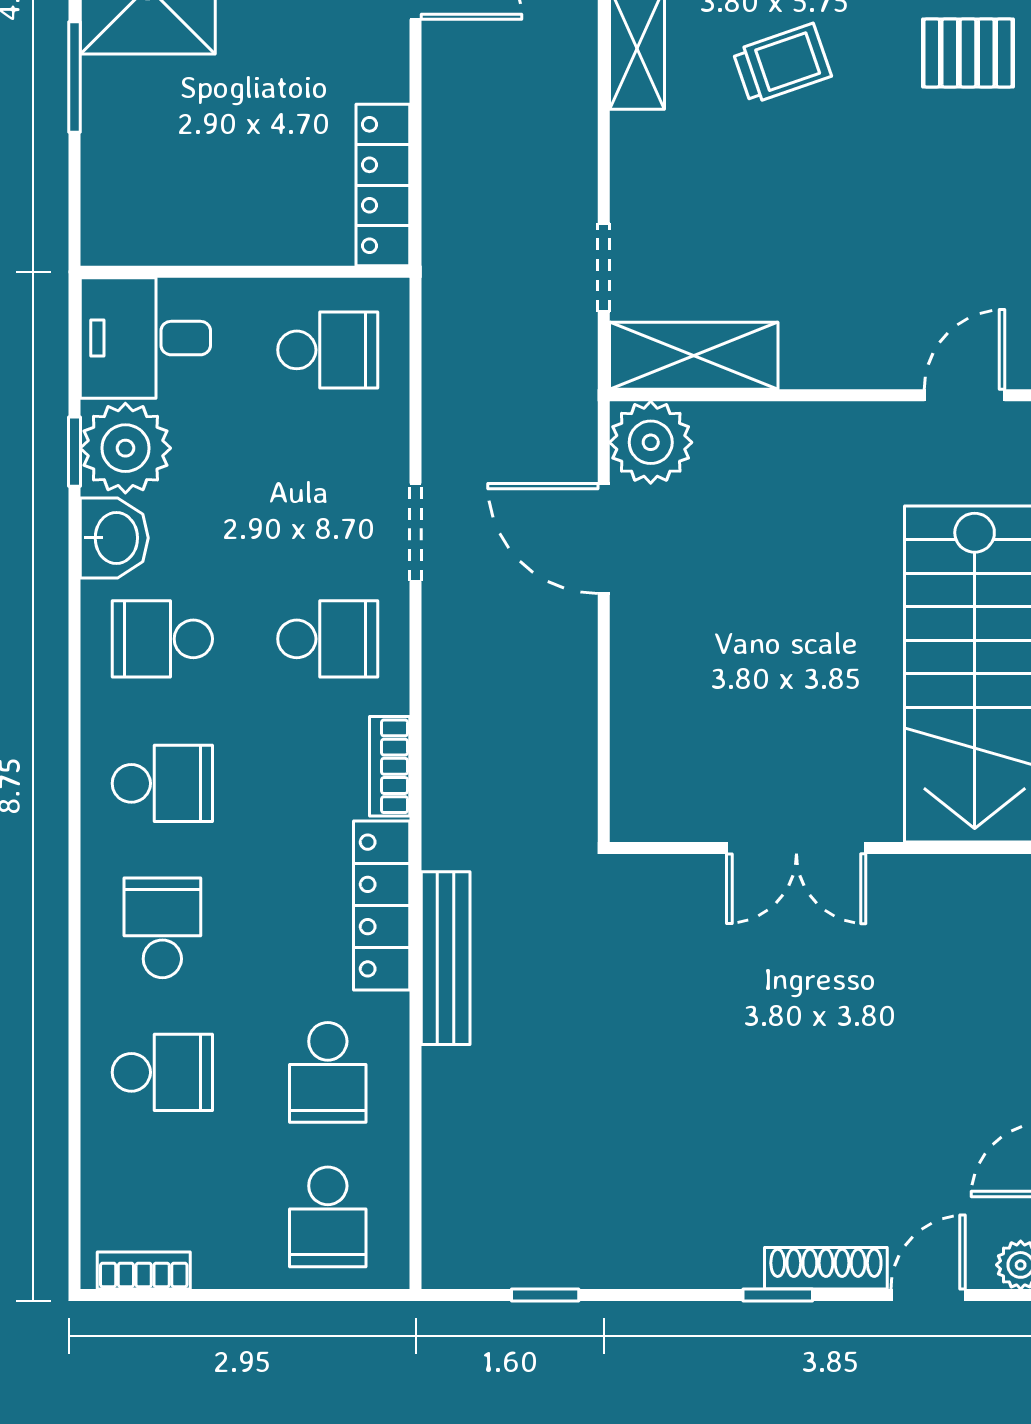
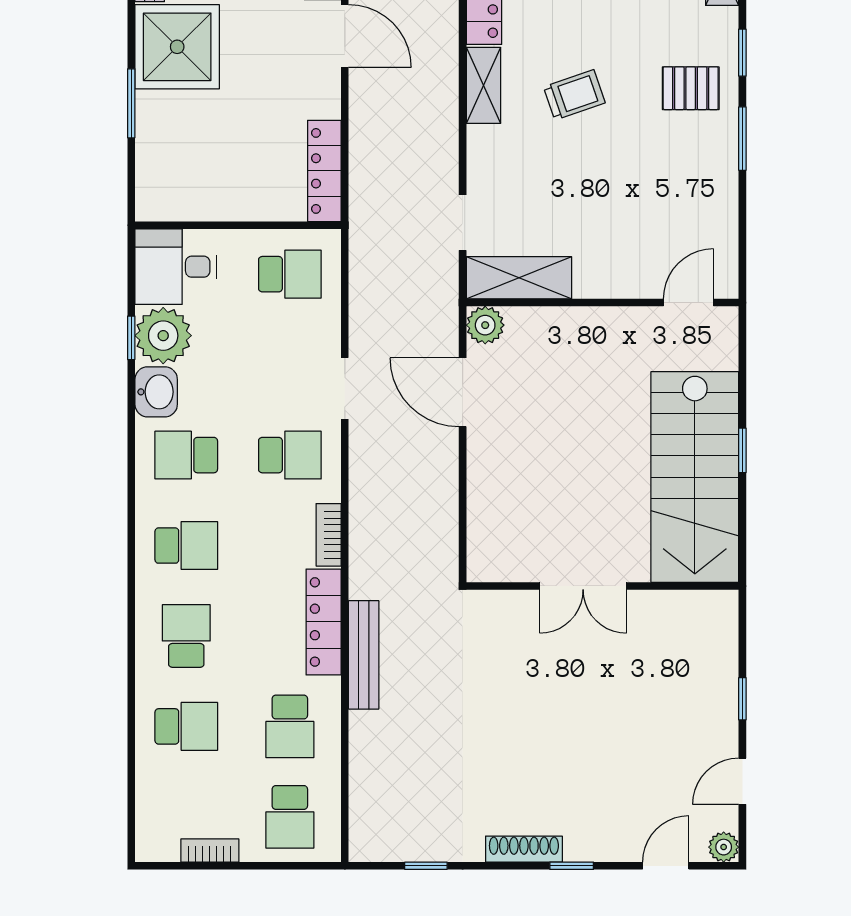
plant: (651, 442) -> (485, 325), width x0.73, depth x0.73
shoe rack: (826, 1268) -> (524, 849), moved
bookcase: (144, 1271) -> (210, 851), moved

